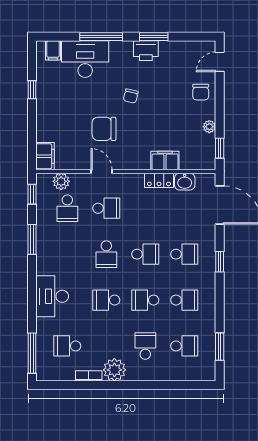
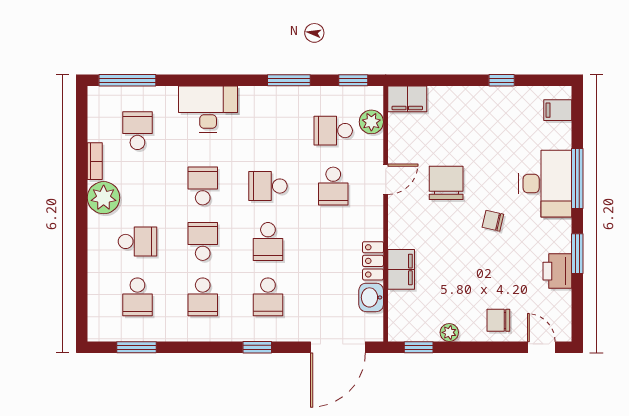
printer: (146, 51) -> (557, 271), moved
desk: (85, 59) -> (545, 184), moved

